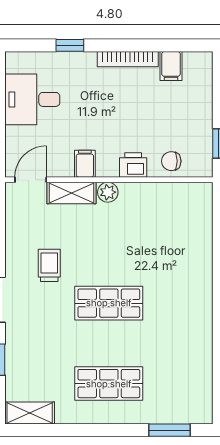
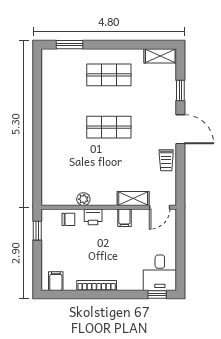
window: (70, 45) -> (157, 294), moved
filing cabinet: (171, 66) -> (56, 281), moved
desk: (32, 99) -> (160, 273), moved, turned 90
plant: (108, 192) -> (83, 199), moved
trolley: (49, 265) -> (166, 160), moved

